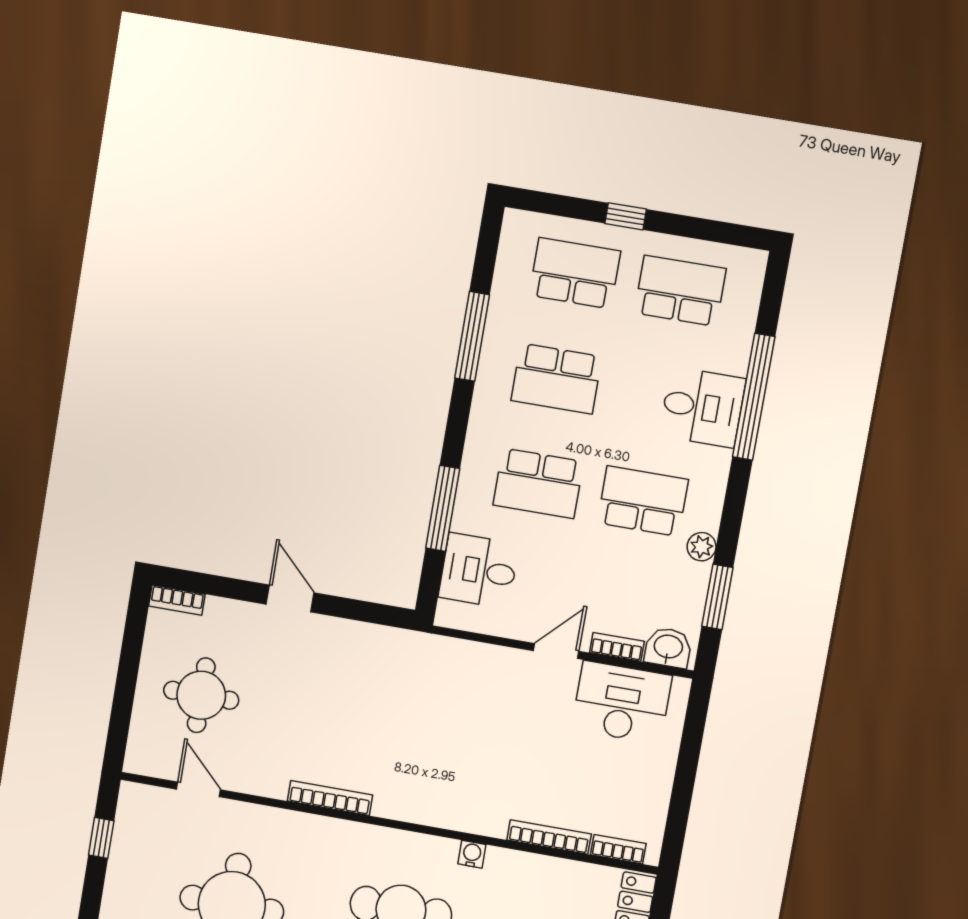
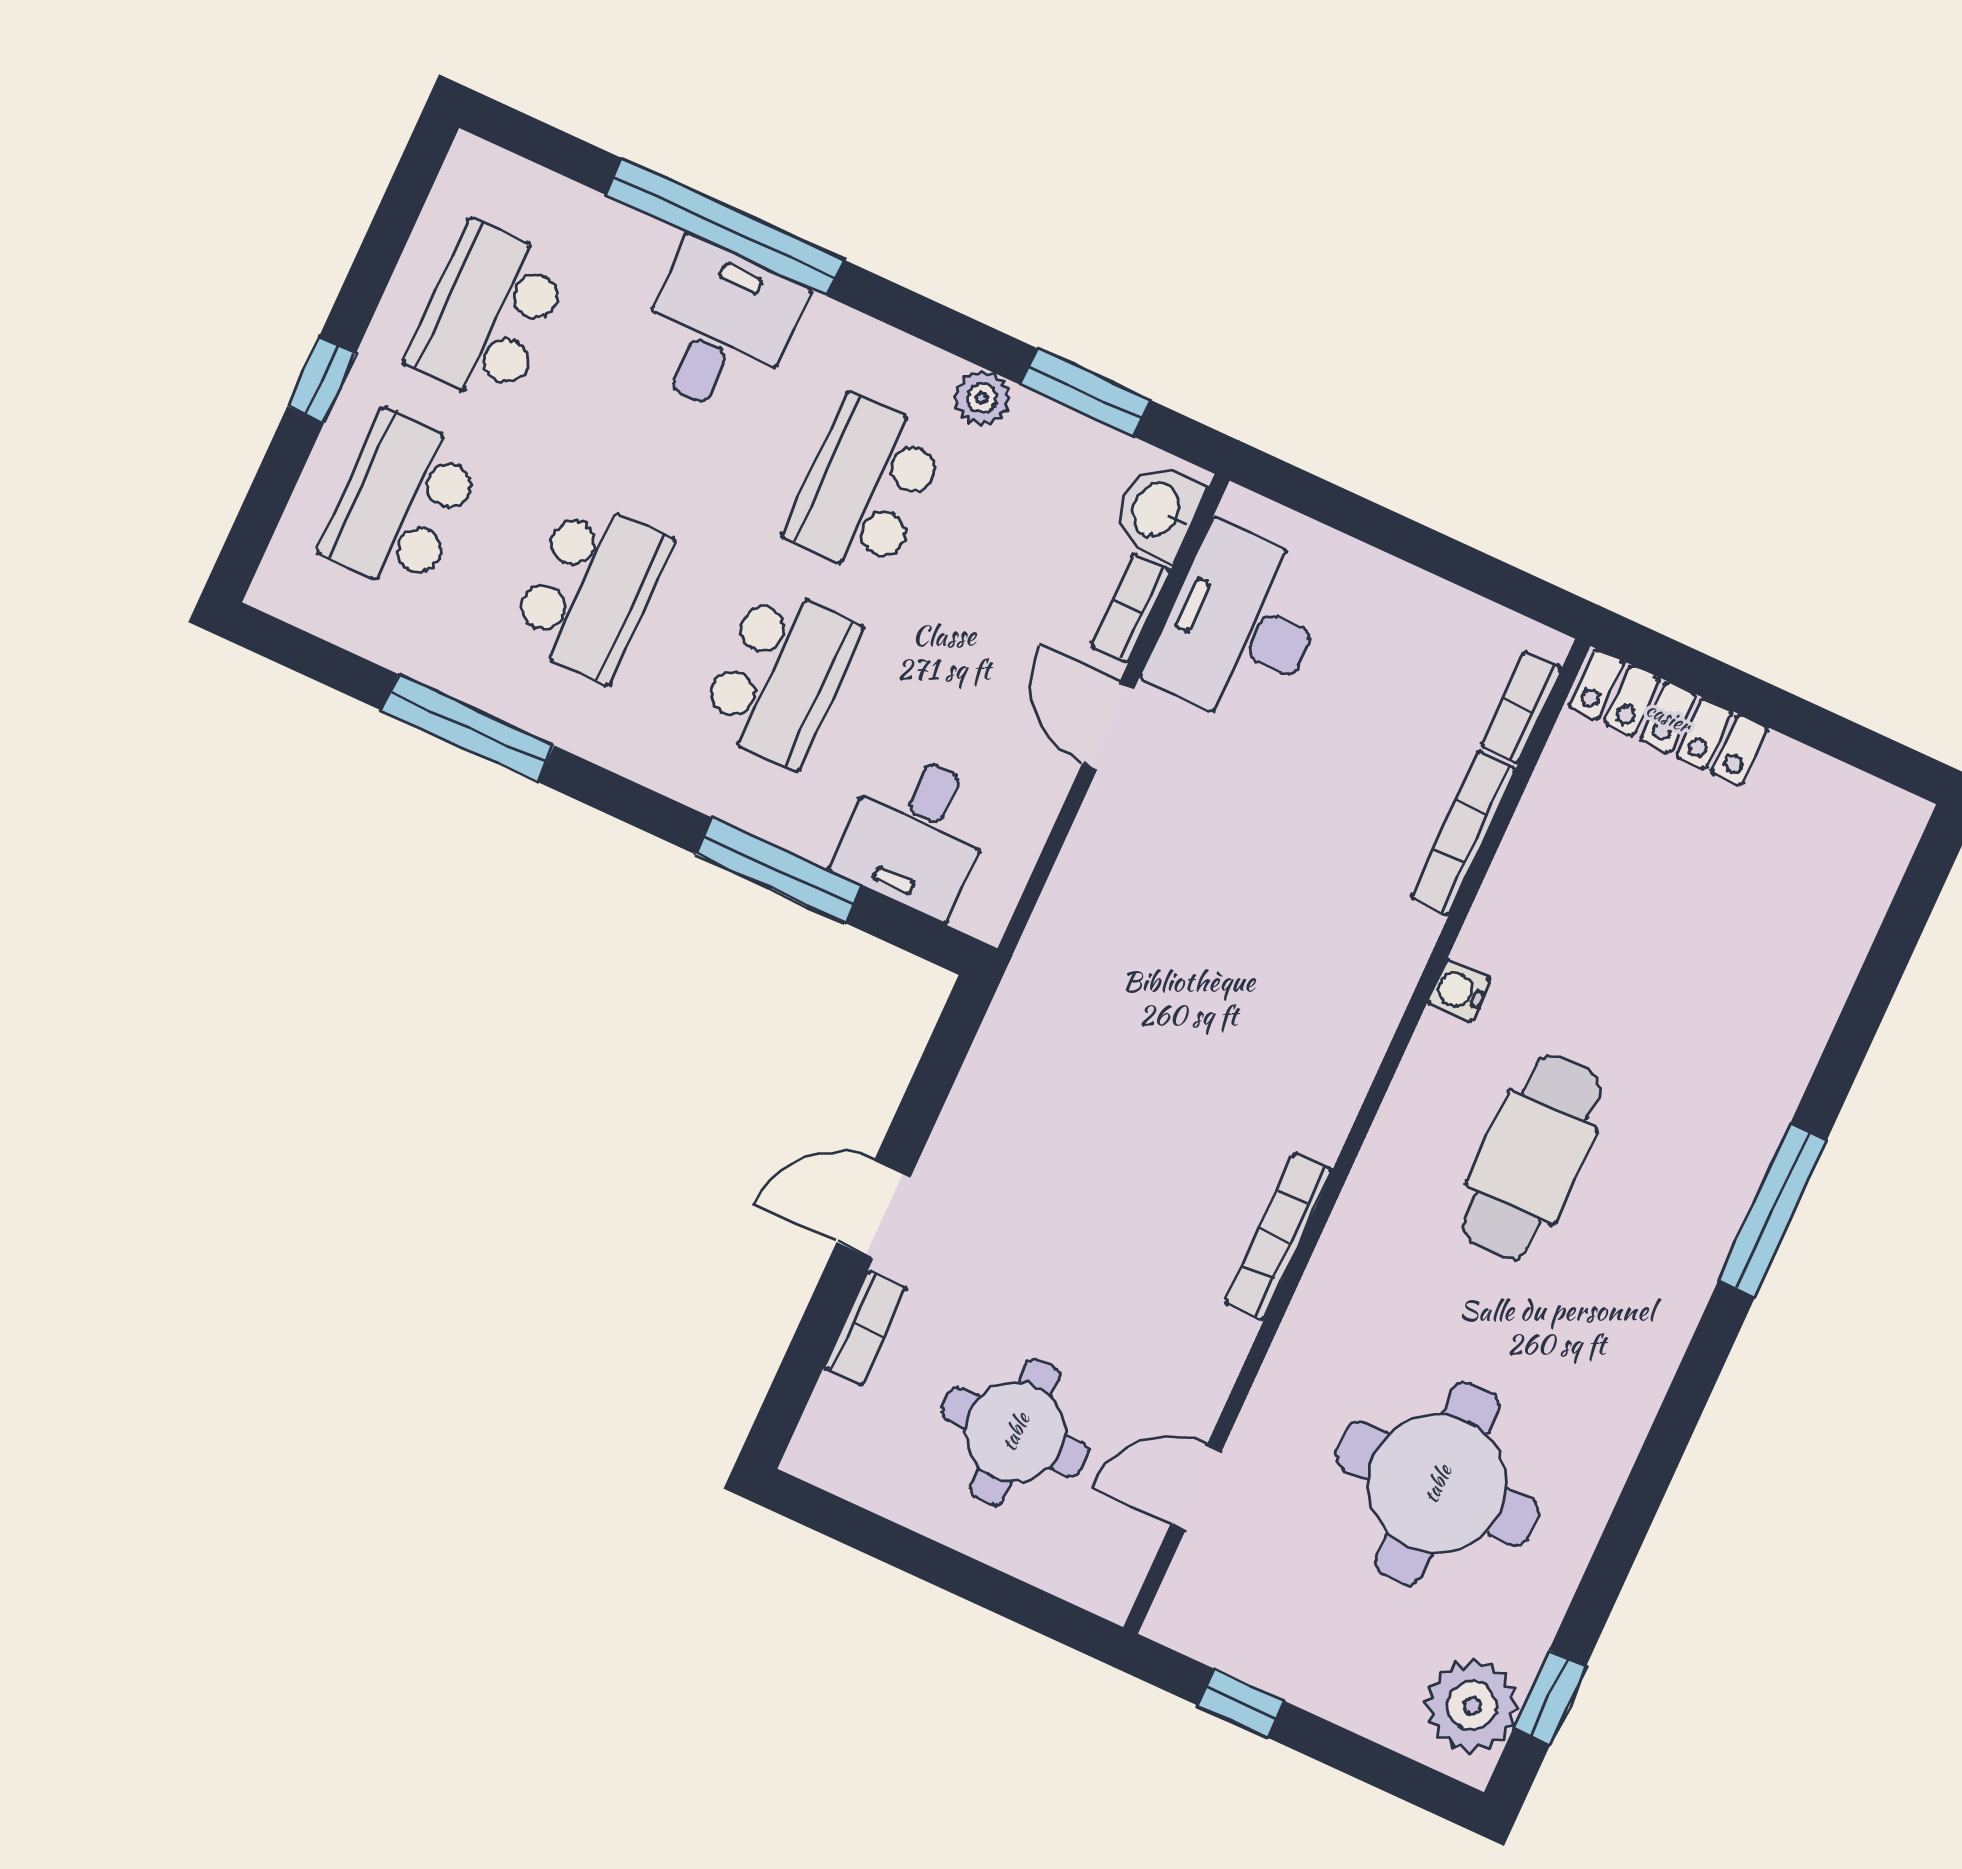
bookcase: (177, 600) -> (865, 1328), moved

